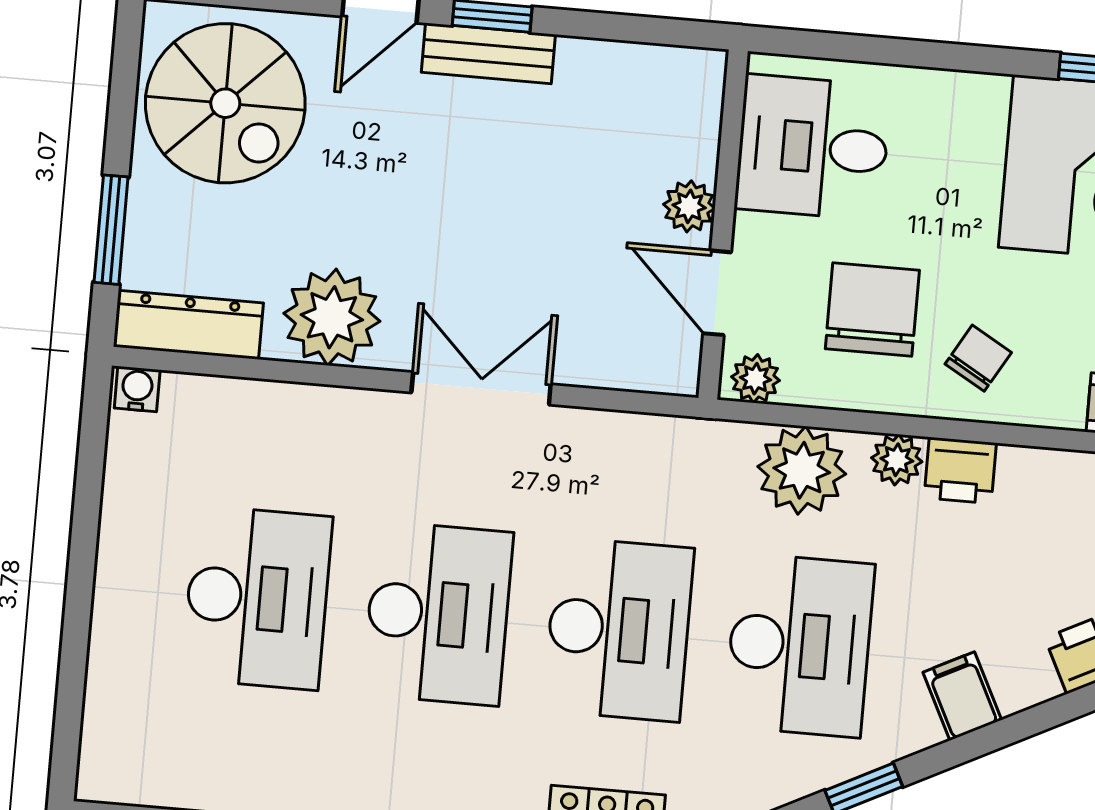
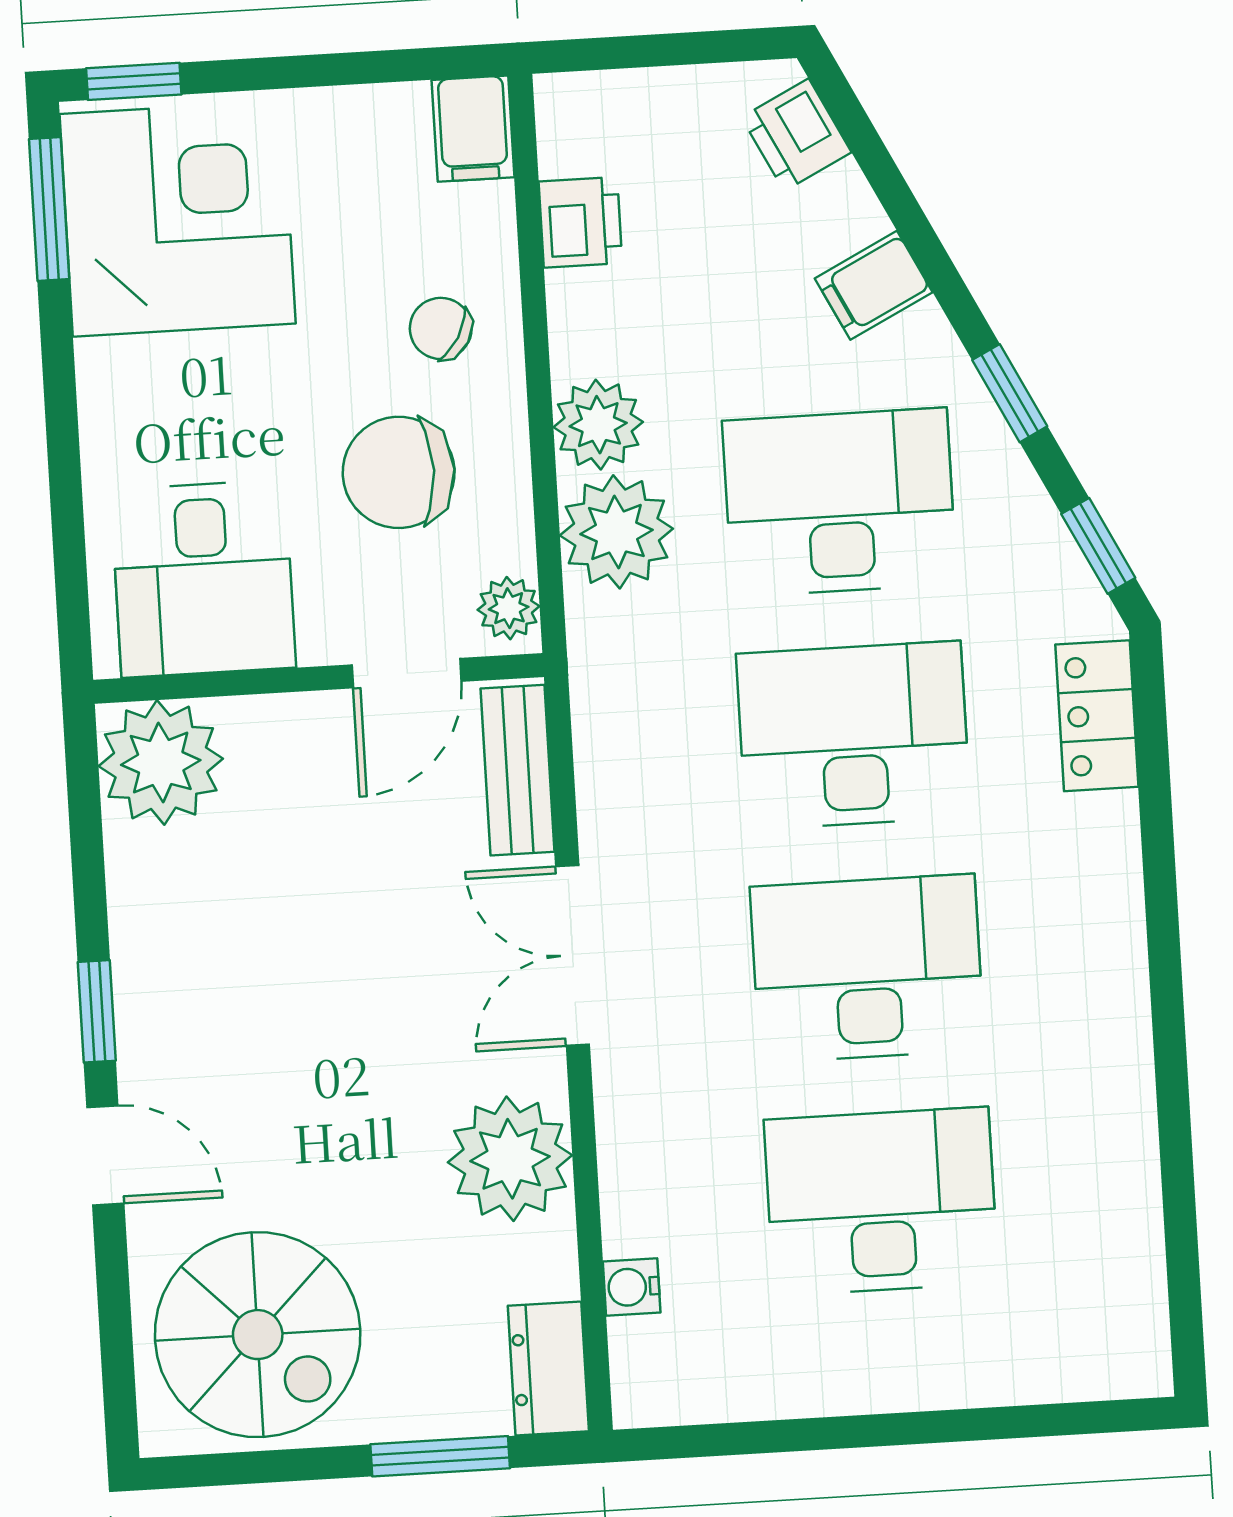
bench: (488, 53) -> (517, 770), moved
spiral stairs: (225, 103) -> (258, 1335), turned 90
plant: (689, 206) -> (161, 762), moved, width x1.87, depth x1.87
dresser: (188, 325) -> (548, 1368), width x0.70
water cooler: (137, 389) -> (632, 1287), moved
plant: (897, 460) -> (598, 425), width x1.38, depth x1.38
printer: (960, 470) -> (580, 222), moved

